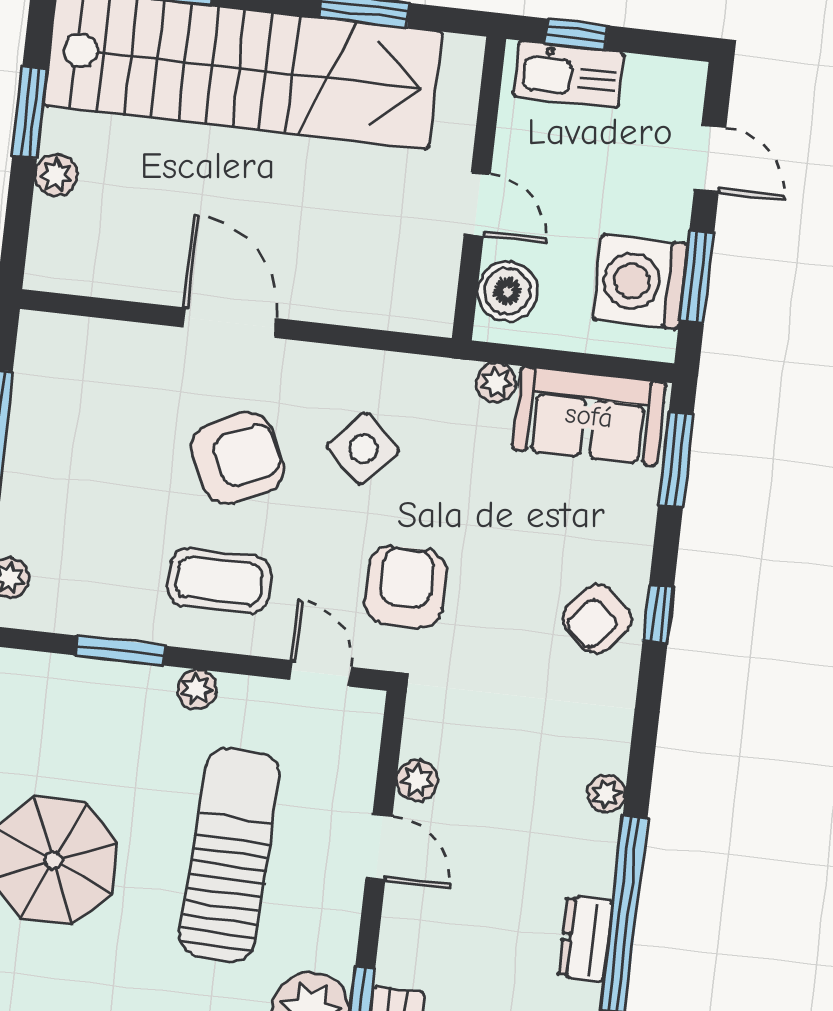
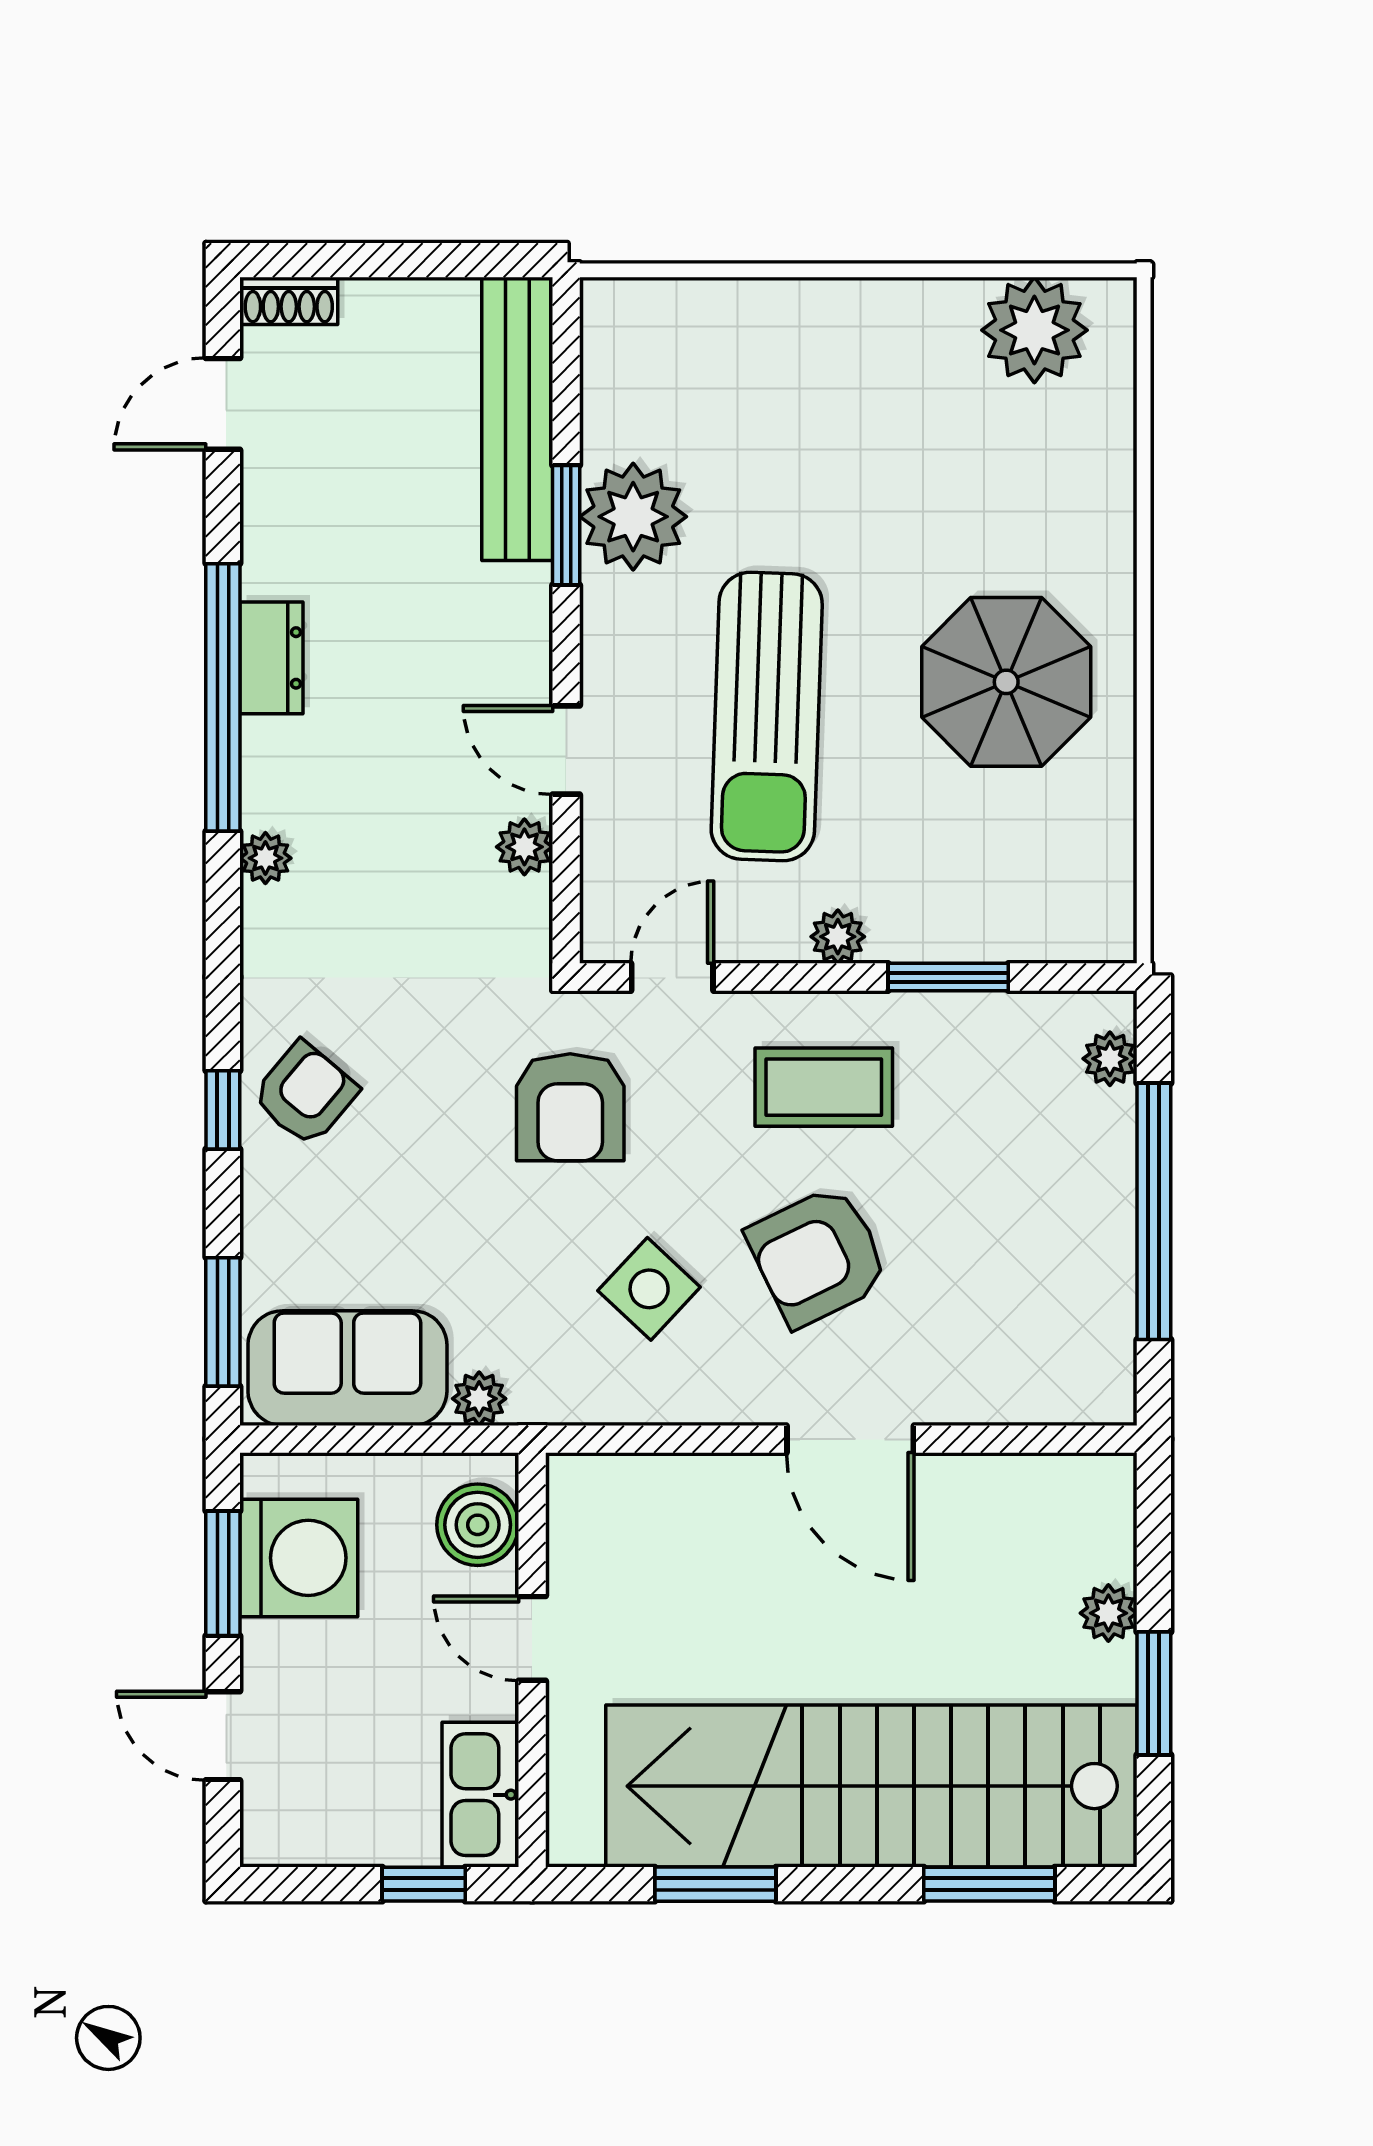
kitchen sink: (569, 74) -> (480, 1795), moved, turned -90
door: (320, 673) -> (672, 977), swing flipped

